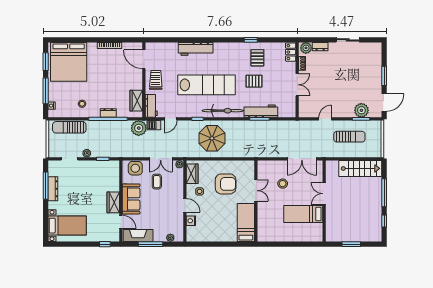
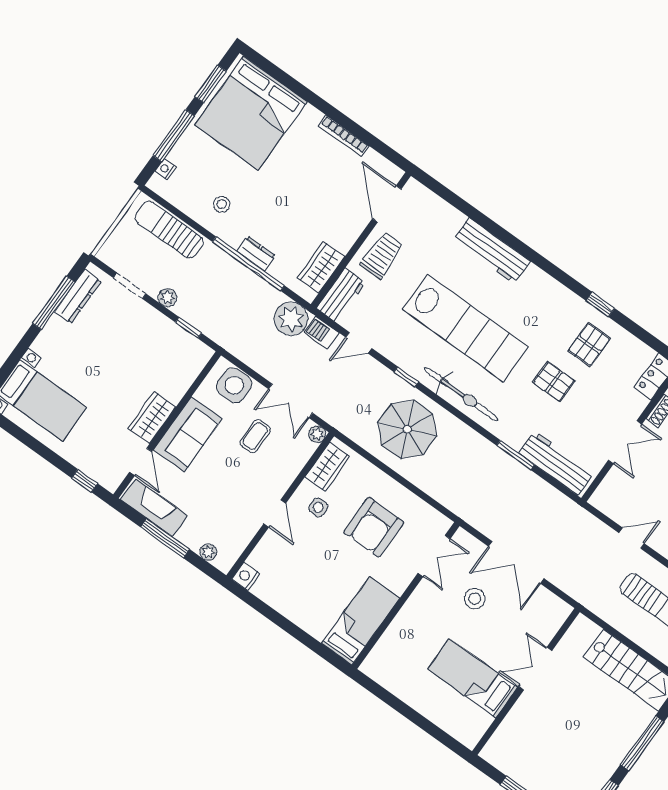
workbench: (261, 111) -> (556, 463), moved
double door: (302, 159) -> (516, 562), moved
armchair: (226, 184) -> (374, 527), turned 90
dresser: (53, 189) -> (78, 296), moved
double door: (256, 191) -> (434, 556), moved
nightstand: (191, 221) -> (246, 576), moved

